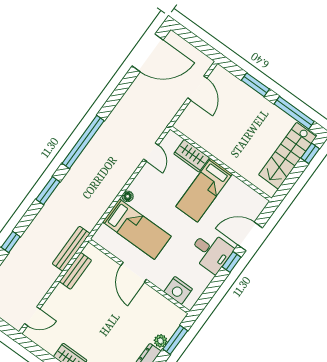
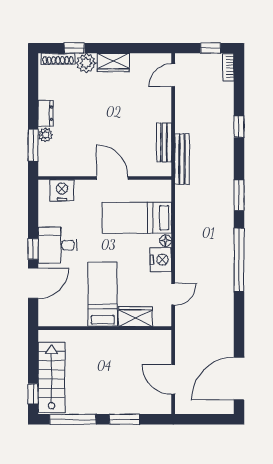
door: (151, 152) -> (173, 294), swing flipped
nightstand: (142, 185) -> (161, 260), added

